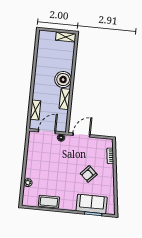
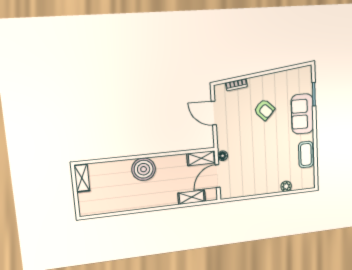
shelving: (65, 99) -> (201, 158), moved
door: (47, 131) -> (218, 176), hinge flipped
door: (81, 135) -> (214, 113), moved
sofa: (92, 204) -> (302, 114), moved

